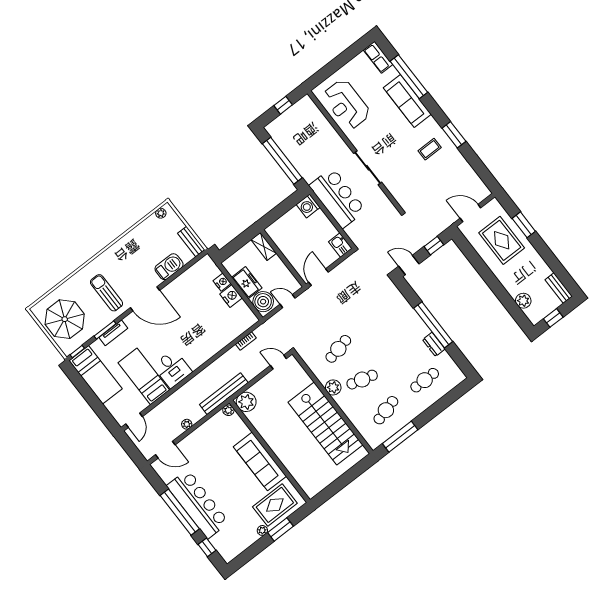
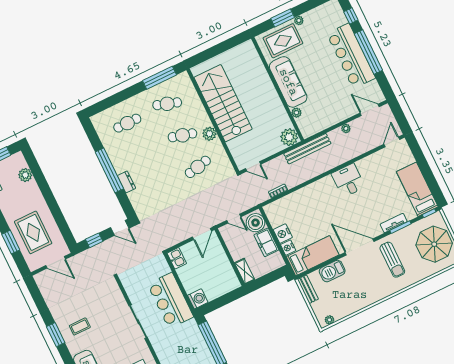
dresser: (434, 344) -> (127, 182), moved
bed: (144, 376) -> (313, 256), moved, turned -90
plant: (228, 410) -> (297, 113), moved
cafe table: (386, 410) -> (167, 104), turned 33

